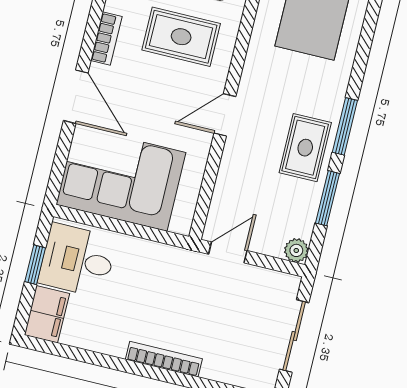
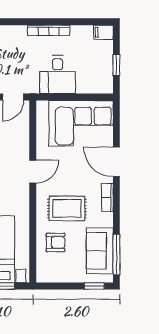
desk: (77, 260) -> (58, 75), moved, turned 90
filing cabinet: (47, 314) -> (103, 32), width x0.50
bookcase: (164, 359) -> (49, 30), moved

